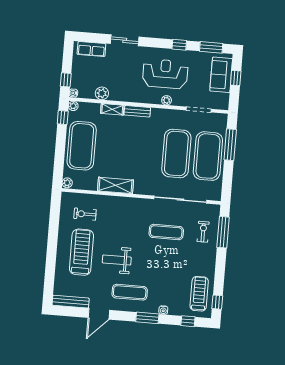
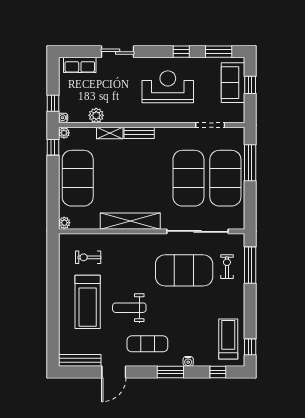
plant: (167, 100) -> (172, 117), removed
shelving: (116, 185) -> (130, 221), width x1.47
exercise mat: (166, 232) -> (184, 270), width x2.00, depth x1.45
treadmill: (81, 252) -> (88, 302), turned 180

